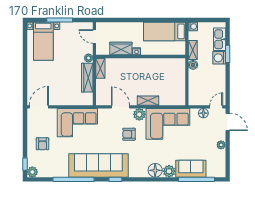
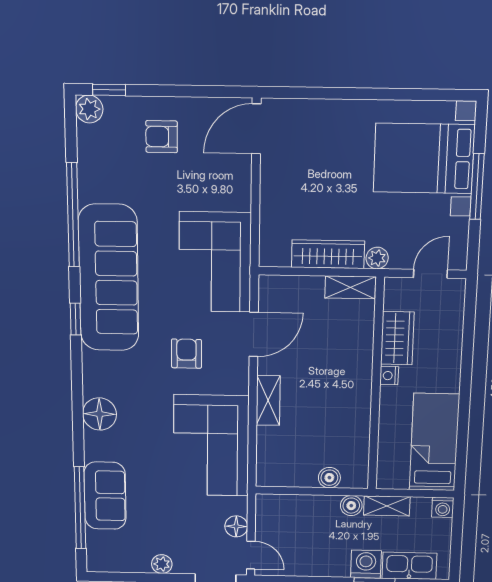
bed with nightstands: (43, 41) -> (424, 158), width x1.36
boiler: (181, 74) -> (329, 478), added
door: (39, 107) -> (256, 129), swing flipped
plant: (139, 114) -> (235, 379), removed
corner sofa: (77, 123) -> (215, 262), moved
plant: (169, 171) -> (98, 446), removed

